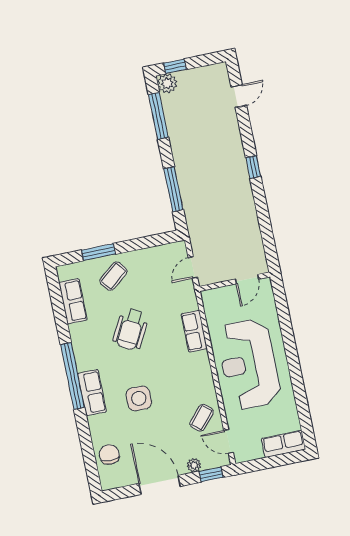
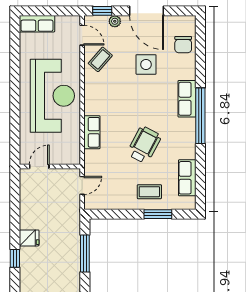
fridge: (242, 194) -> (29, 238), added
coffee table: (113, 276) -> (149, 192), turned 39
side table: (139, 398) -> (146, 64), moved

